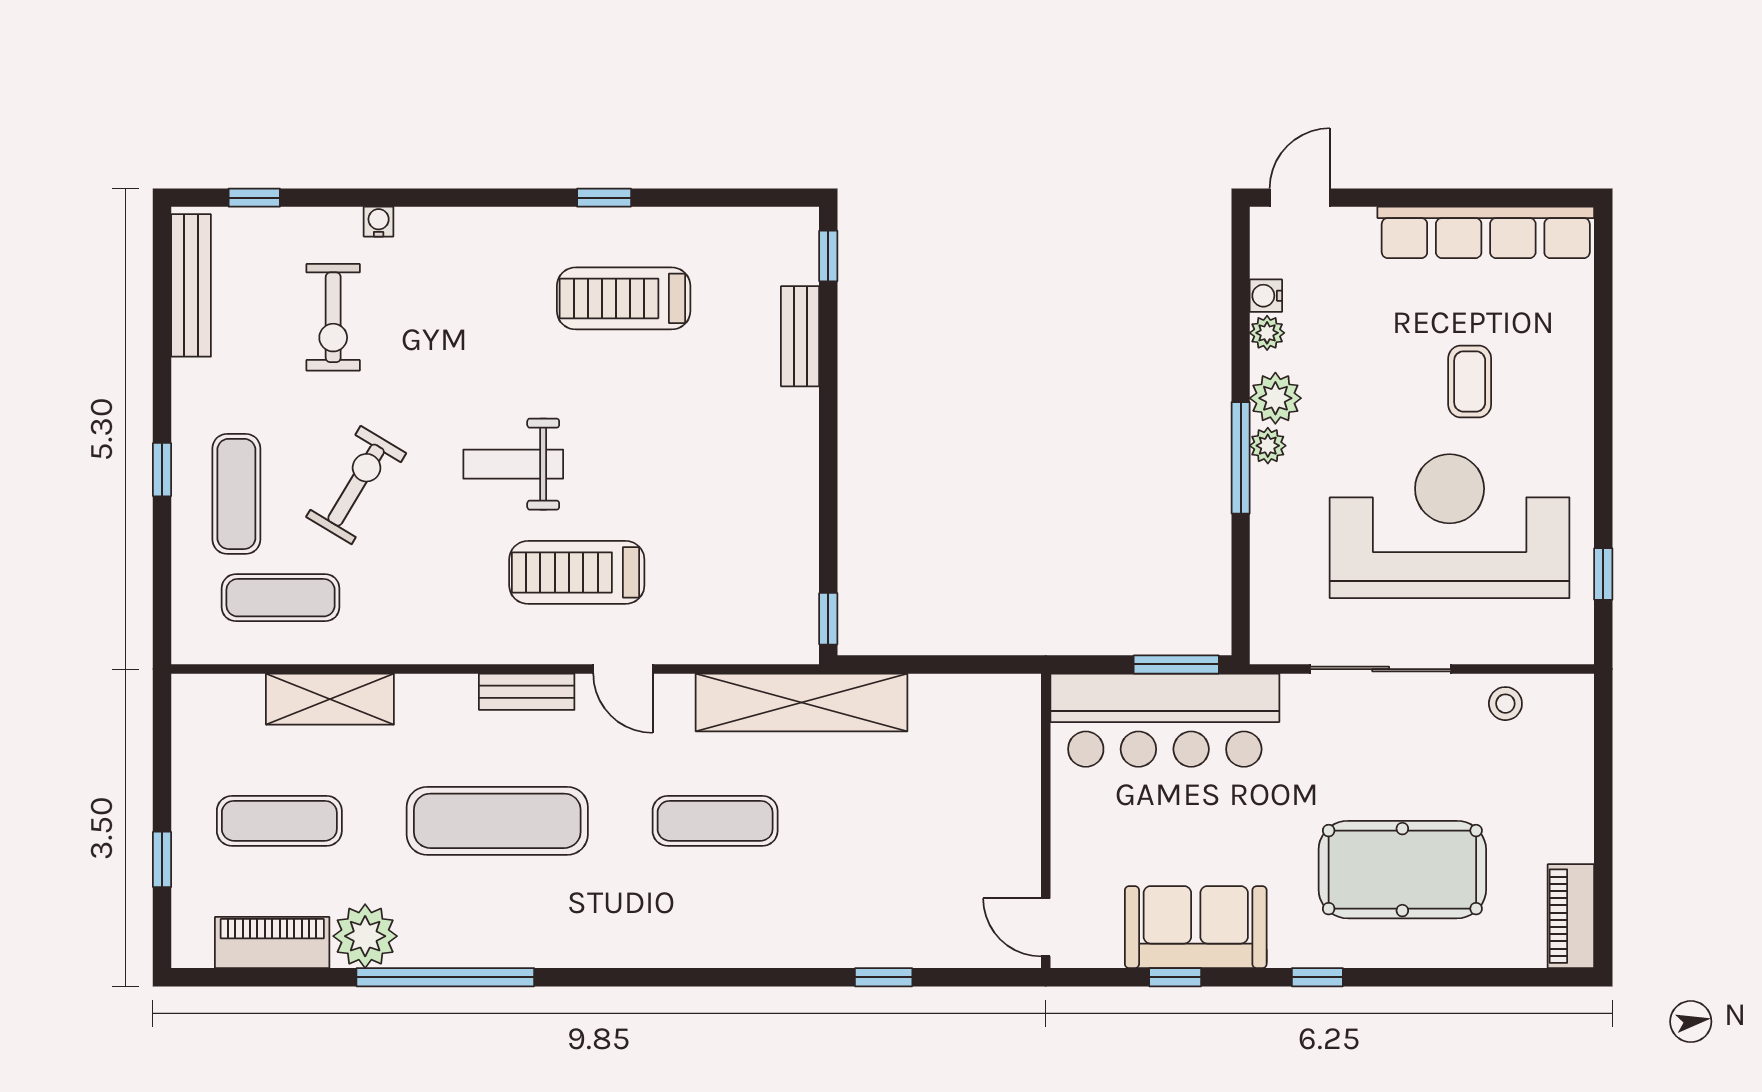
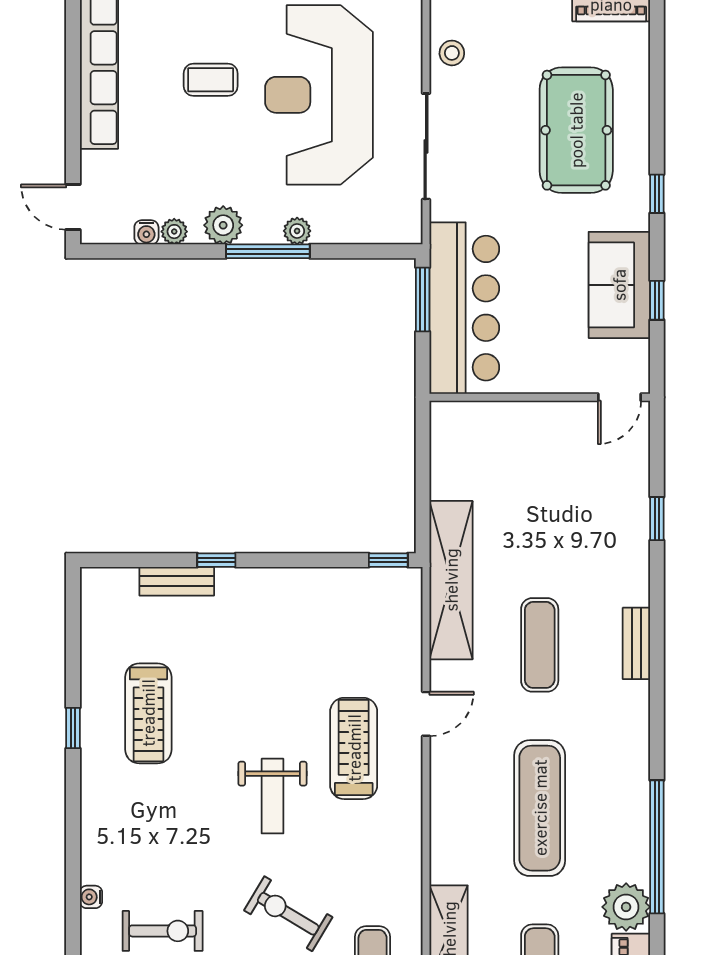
window: (828, 256) -> (216, 560), moved
plant: (1268, 446) -> (297, 231), moved
treadmill: (577, 572) -> (354, 748), turned 180
bench: (527, 692) -> (636, 643), moved

